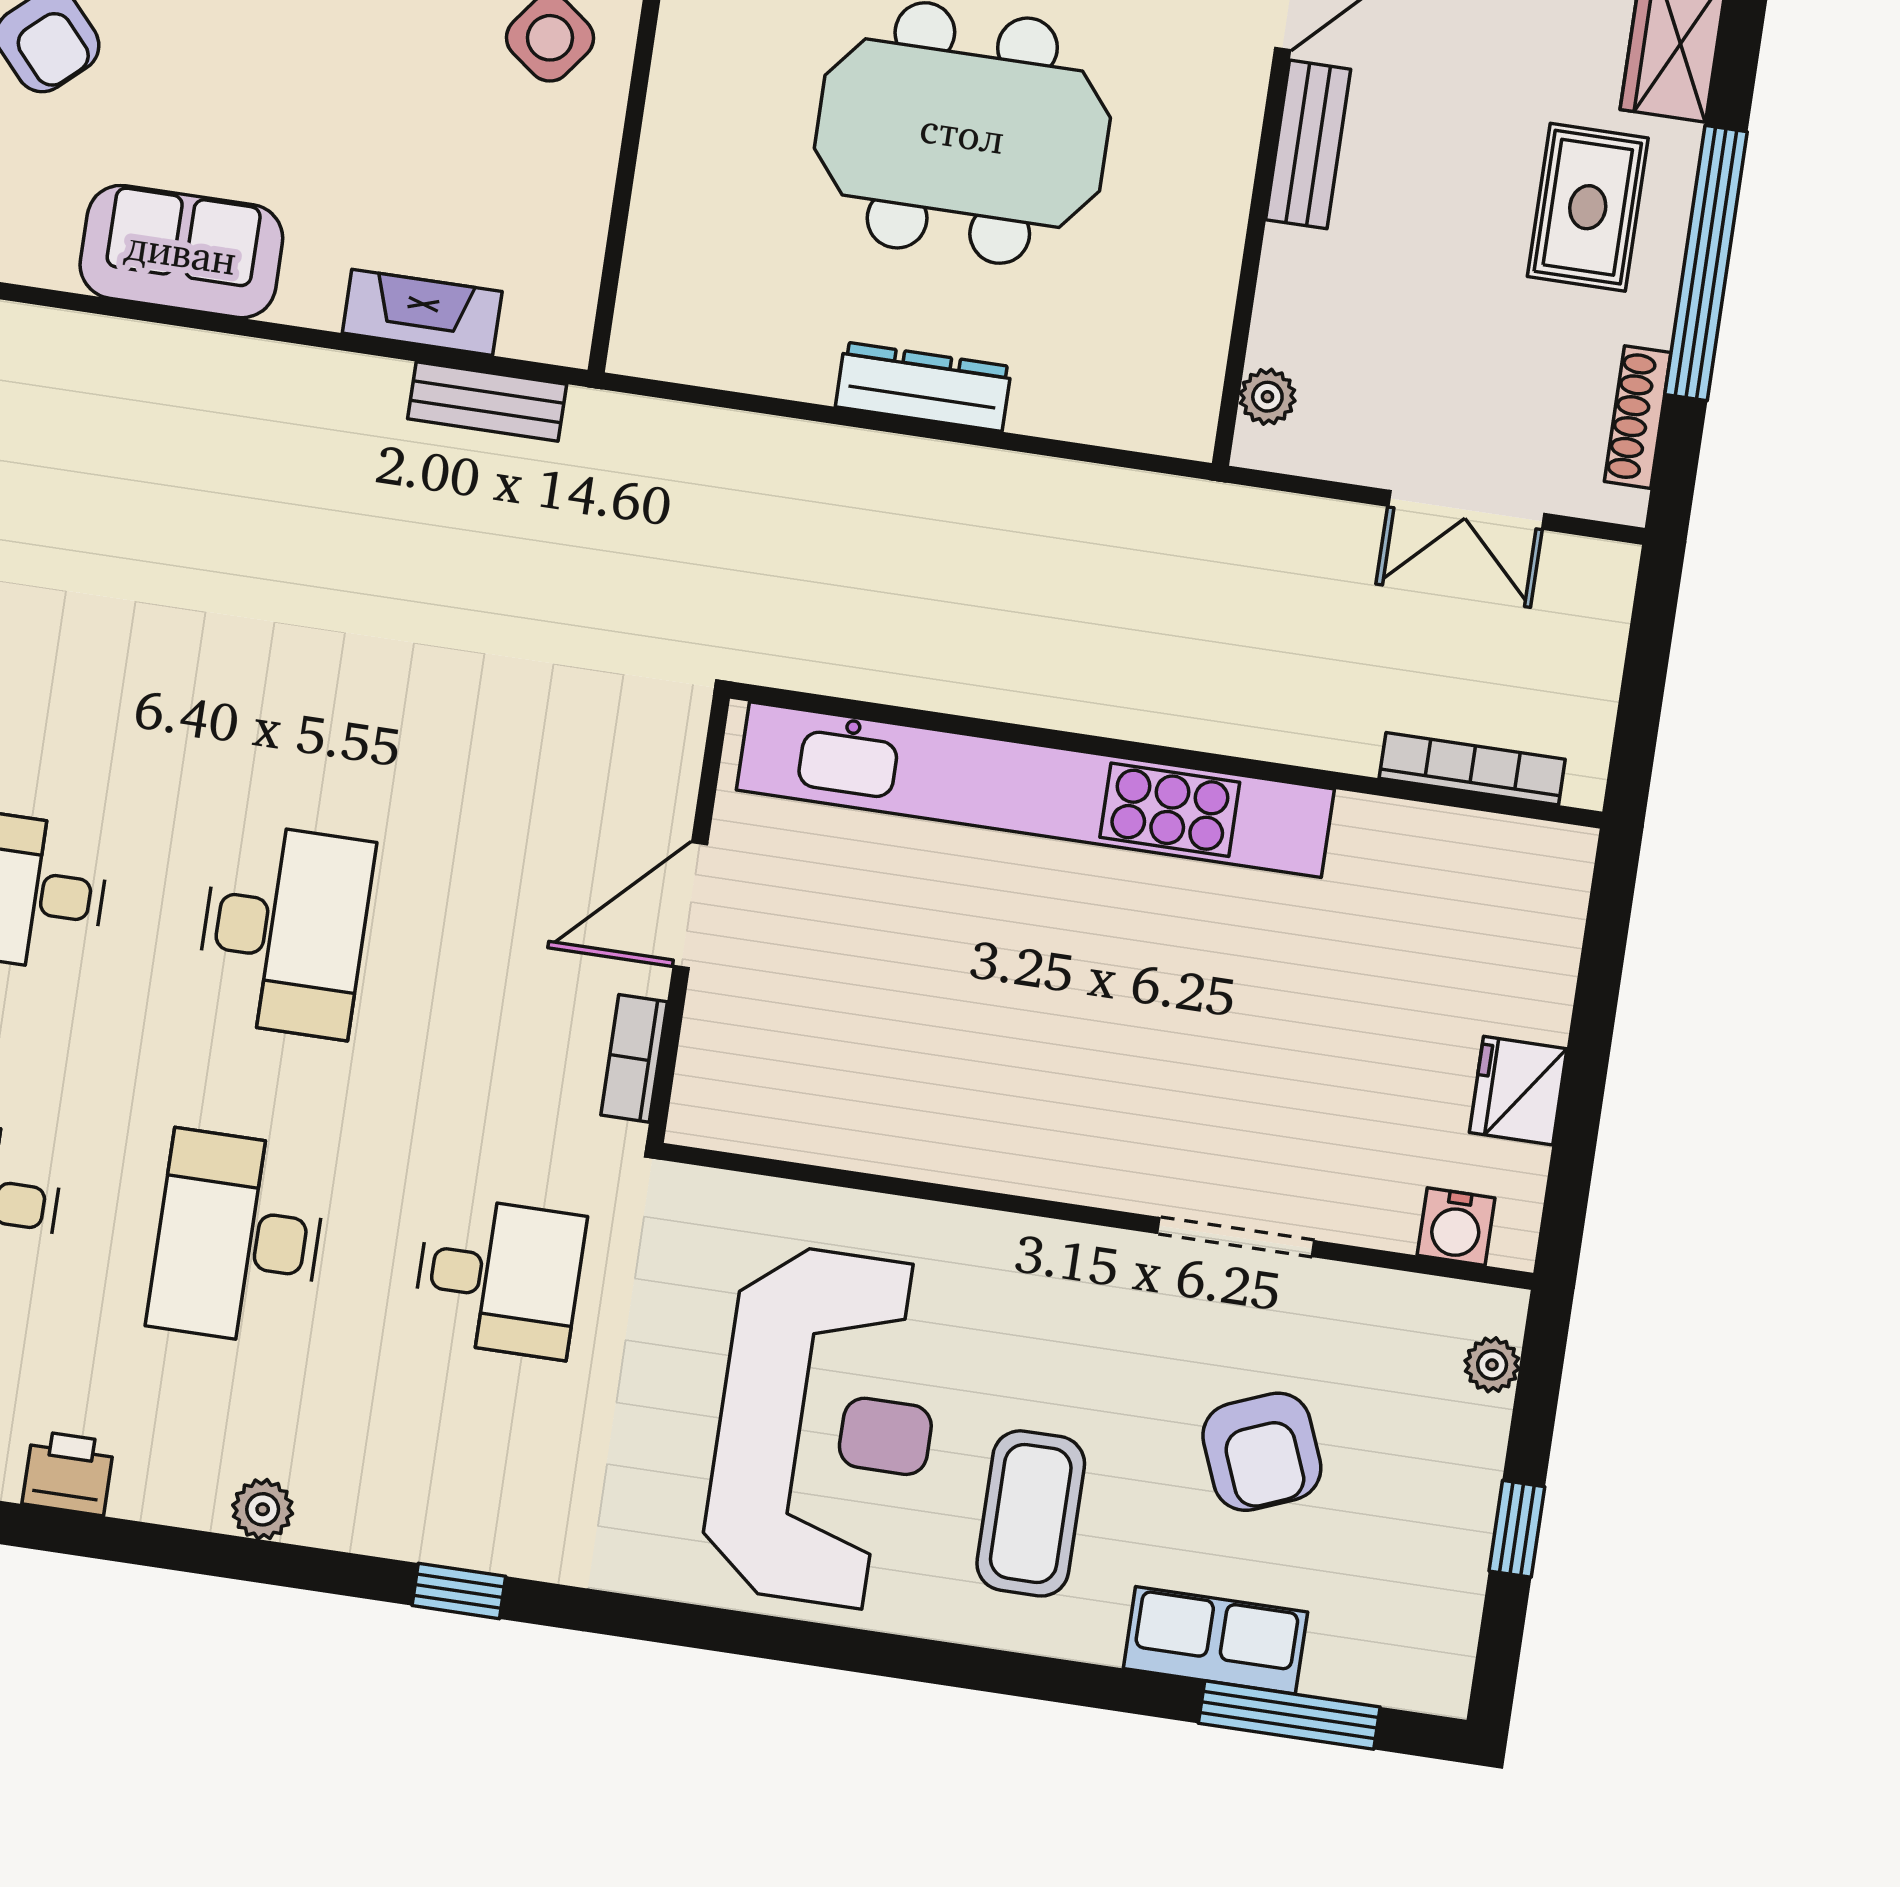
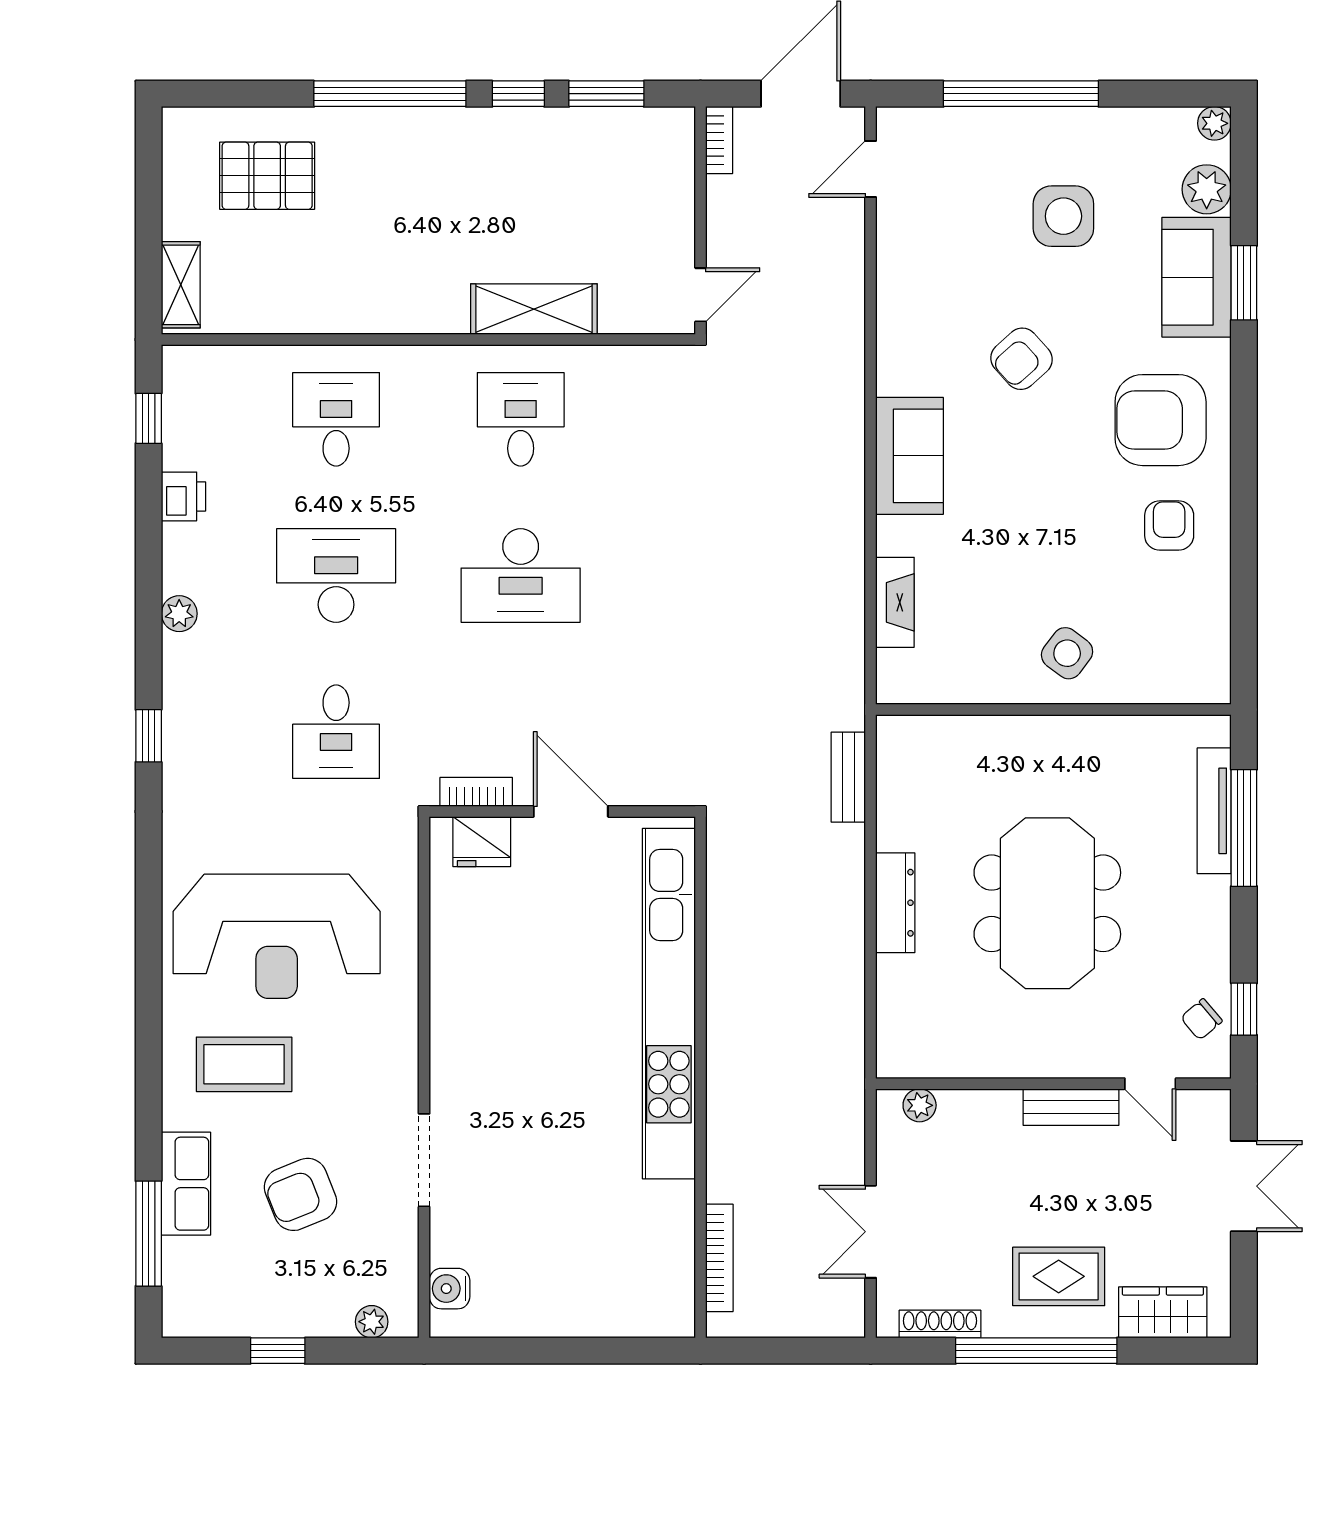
bench: (487, 402) -> (848, 777), moved
fridge: (1518, 1091) -> (482, 842), moved, turned 180

